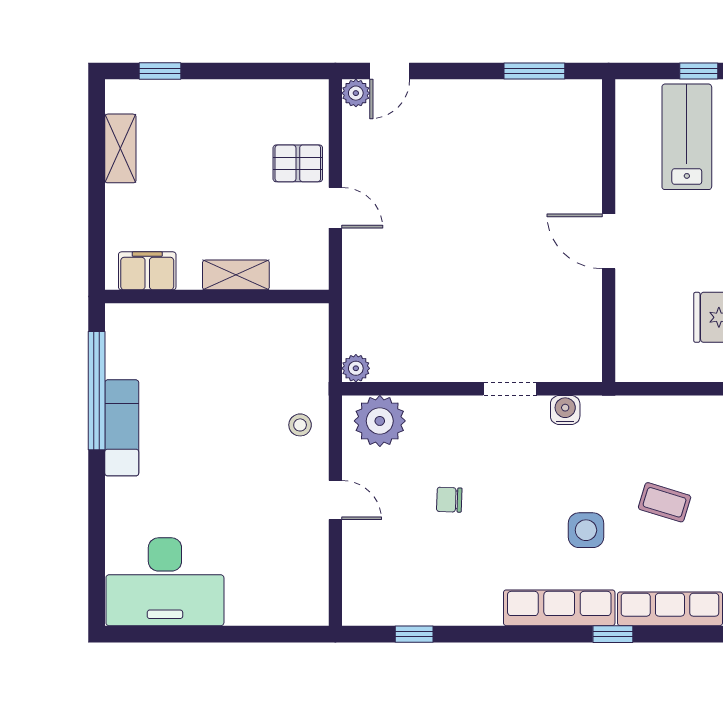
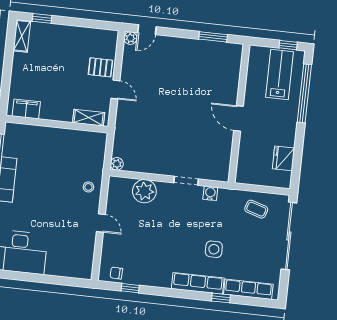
shelving: (120, 148) -> (22, 36), moved
shelving: (236, 275) -> (89, 118), moved
plant: (380, 421) -> (144, 191), moved
chair: (449, 500) -> (116, 273), moved
coffee table: (665, 502) -> (256, 209), moved

